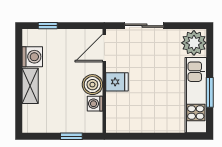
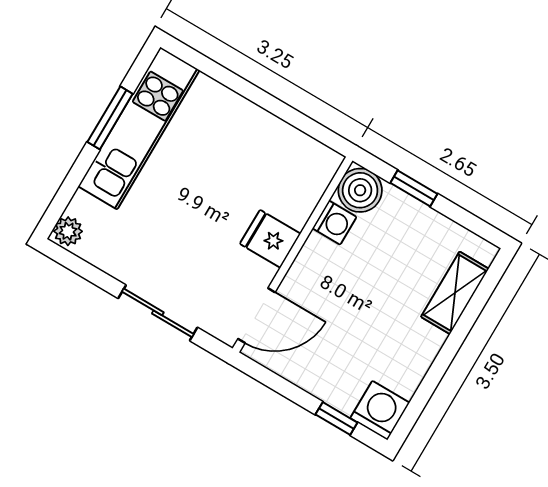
plant: (194, 43) -> (68, 231), width x0.53, depth x0.53
washing machine: (32, 57) -> (380, 410), moved, turned 90
boiler: (92, 85) -> (360, 190), moved
shelving: (30, 86) -> (455, 293), moved

